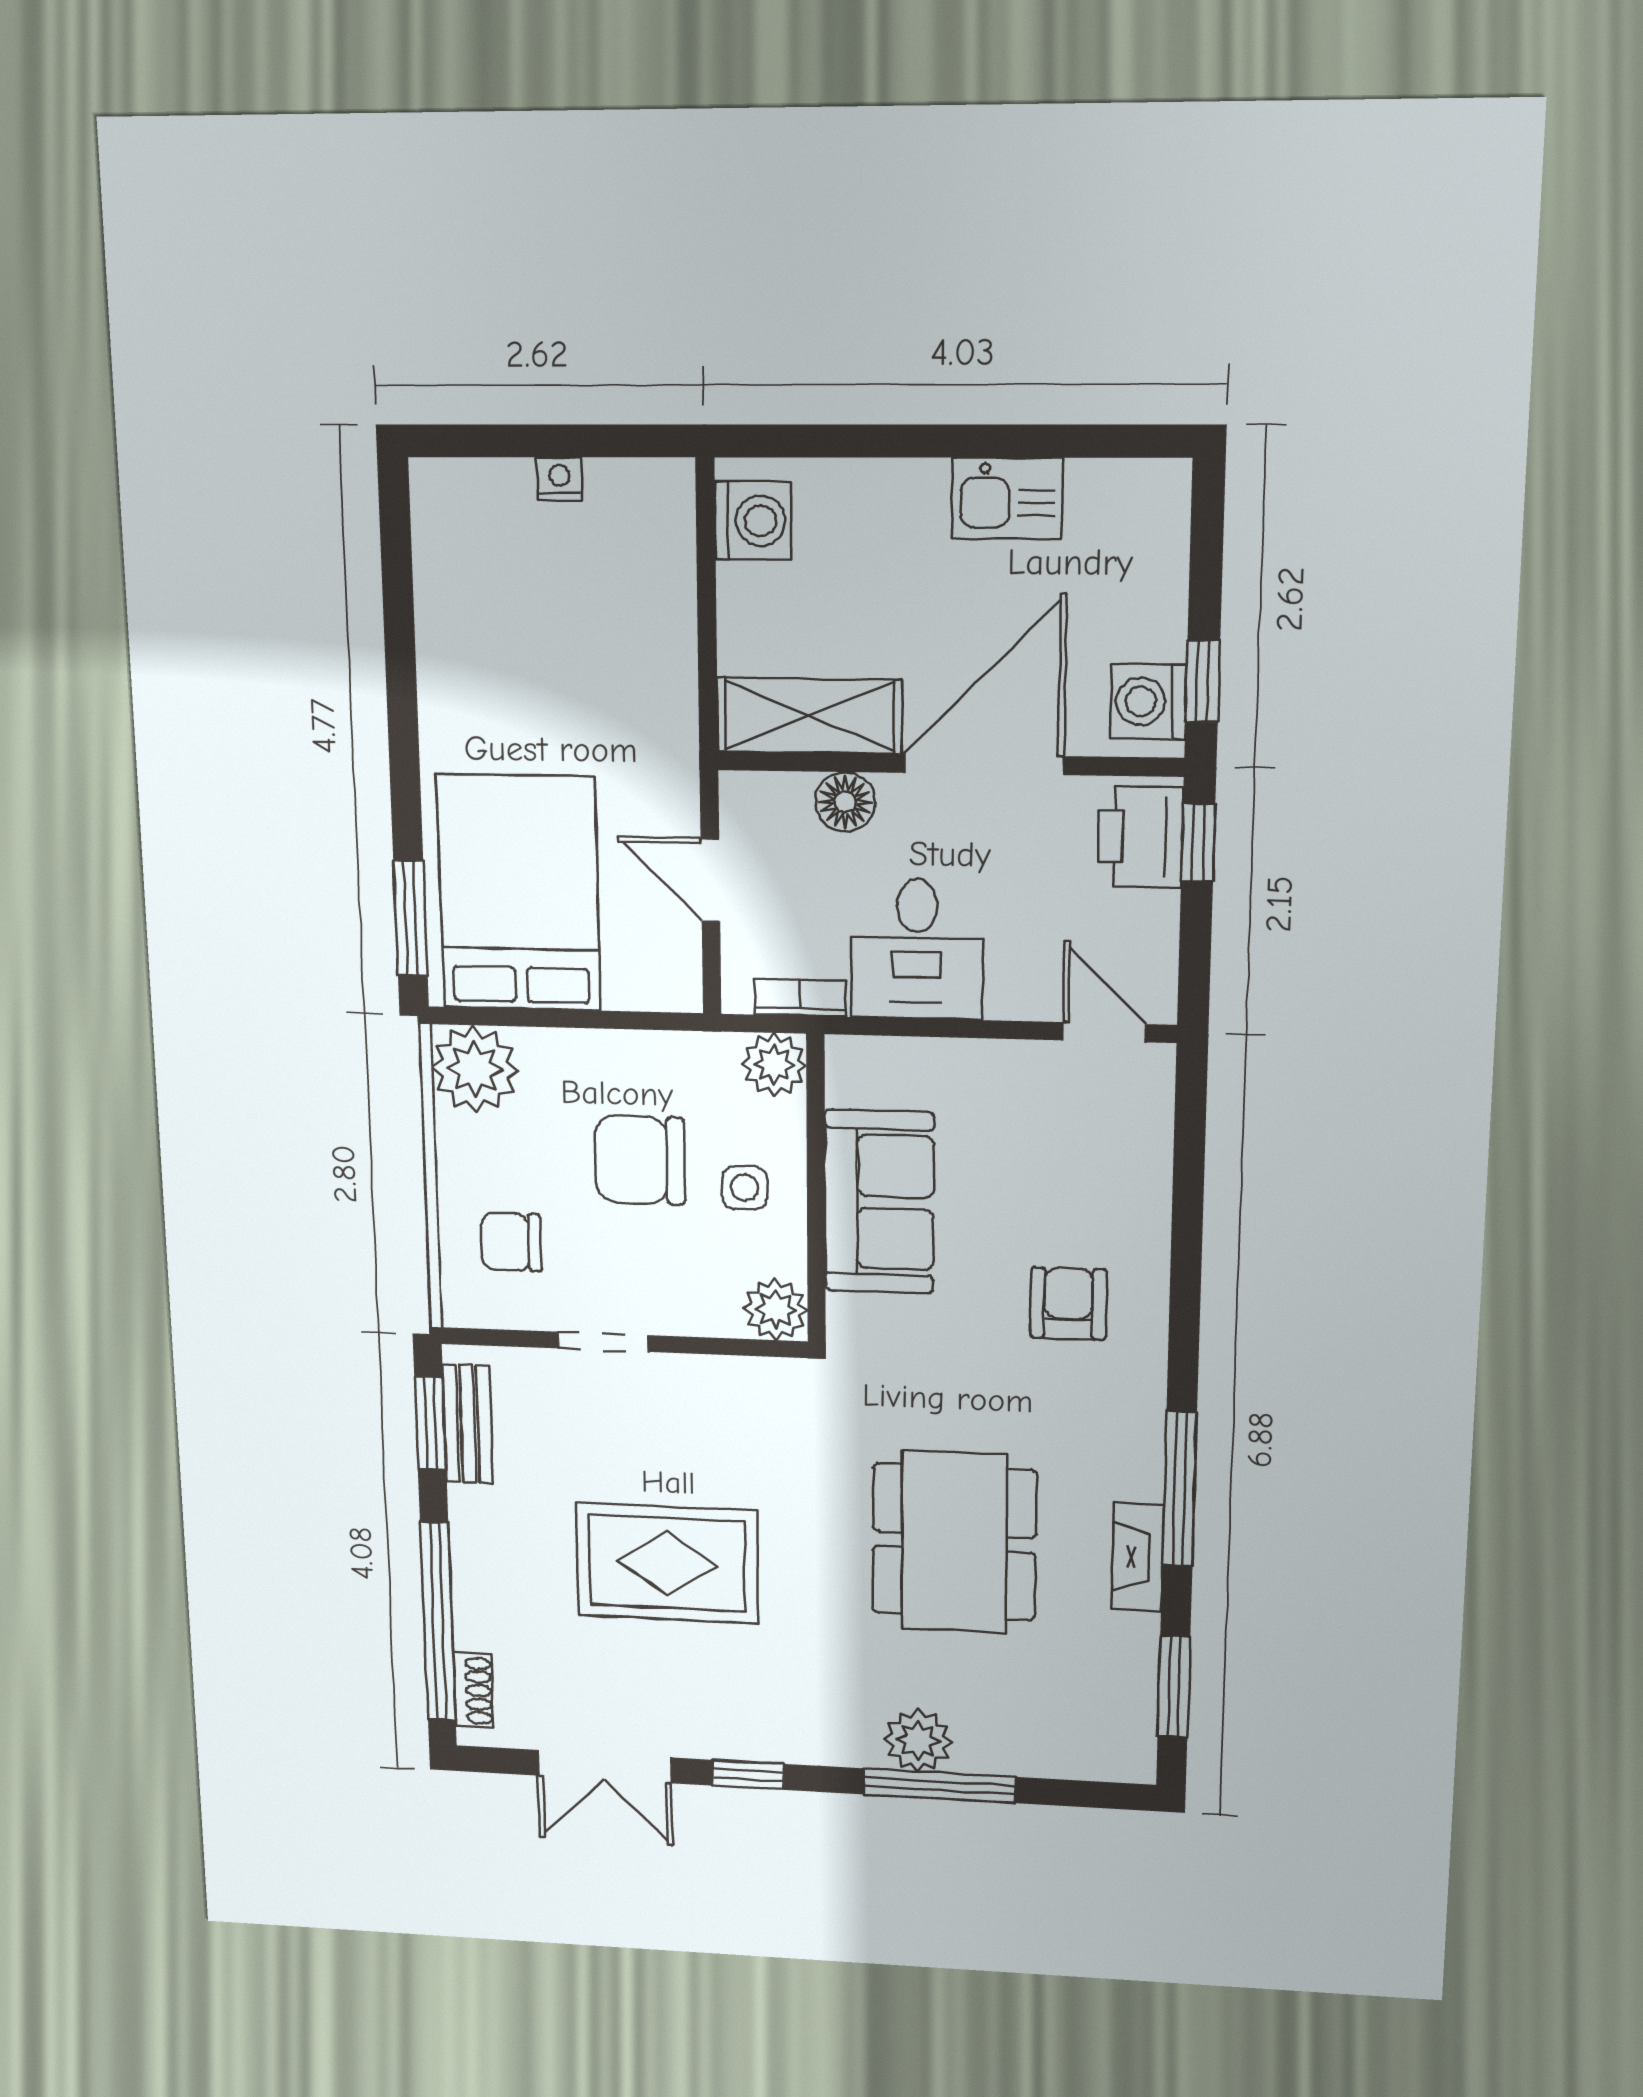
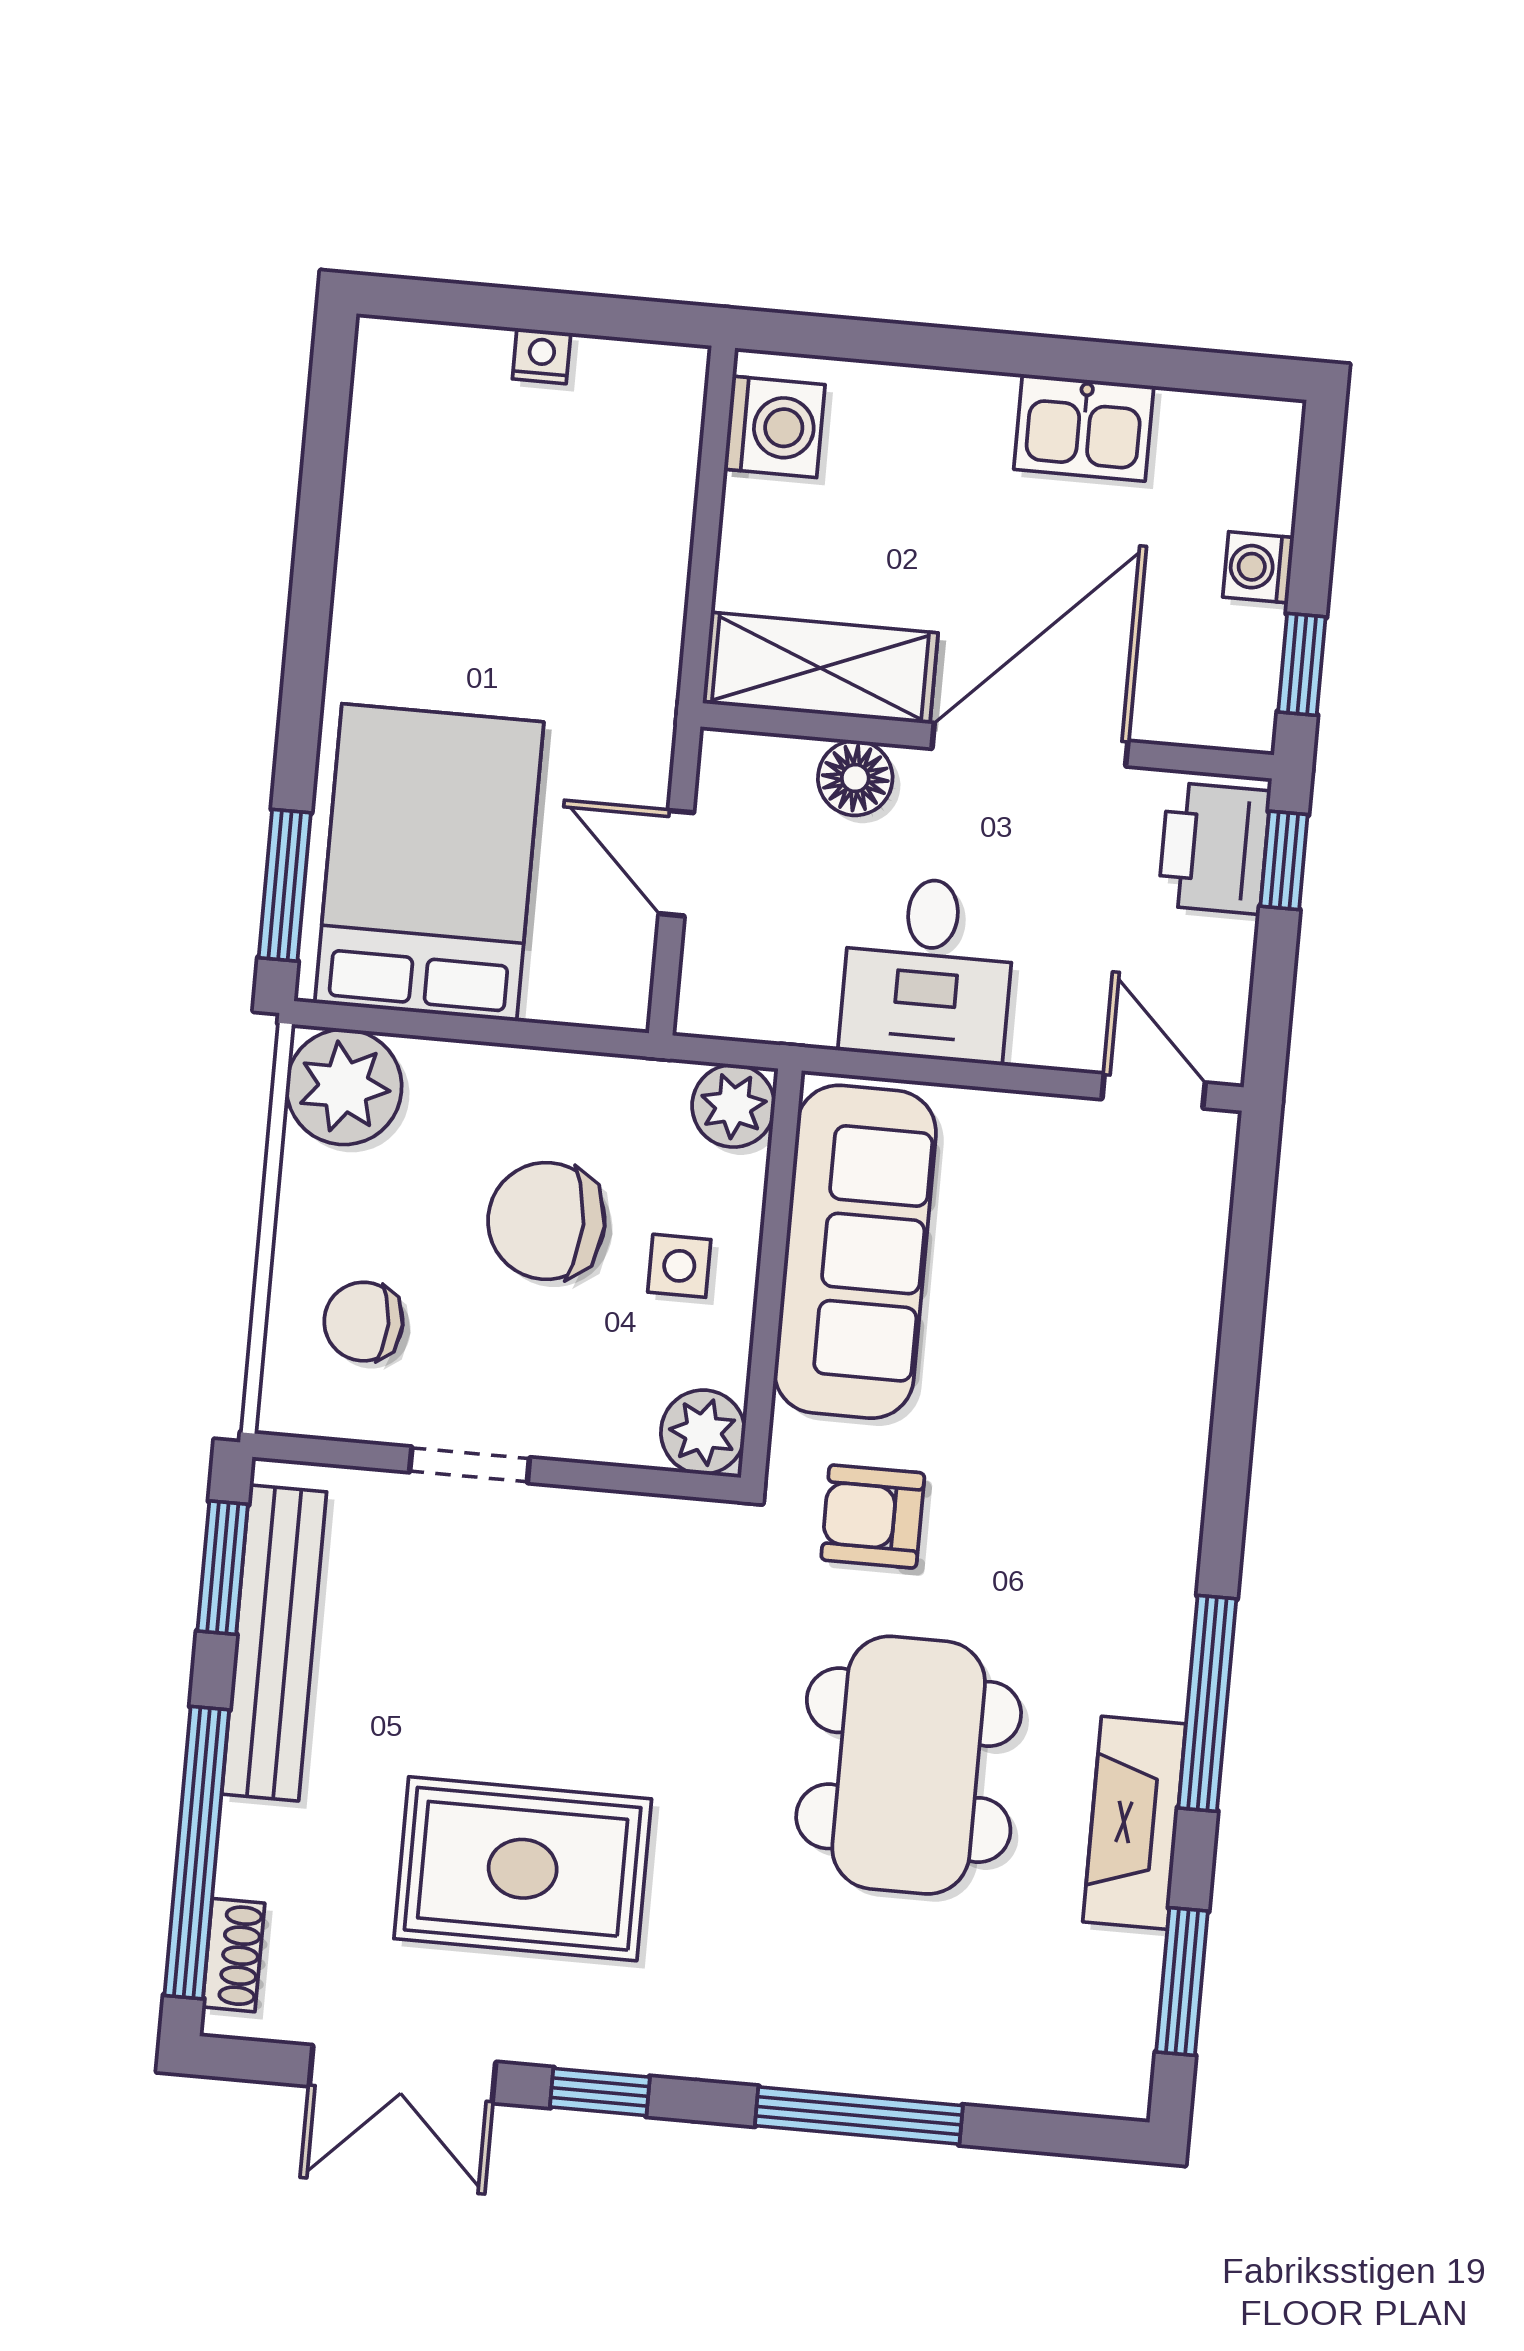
washing machine: (1148, 702) -> (1258, 567), moved, width x0.73, depth x0.73
bookcase: (800, 998) -> (775, 1021), removed
sofa: (879, 1202) -> (855, 1252), width x1.36
armchair: (1068, 1304) -> (873, 1517), moved, turned -90
bench: (468, 1424) -> (274, 1643), width x1.86, depth x1.21
fireplace: (1138, 1557) -> (1134, 1823), width x1.37, depth x1.32
rug: (667, 1563) -> (523, 1869), moved
plant: (918, 1740) -> (836, 2048), removed

